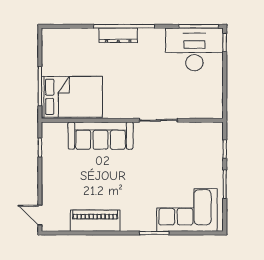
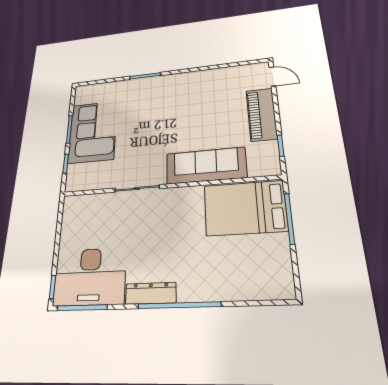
dresser: (118, 35) -> (151, 293), moved
corner sofa: (187, 210) -> (93, 132), moved, turned -90
piano: (95, 221) -> (262, 114), moved, turned 90

